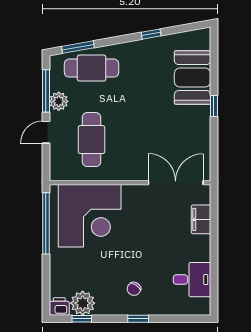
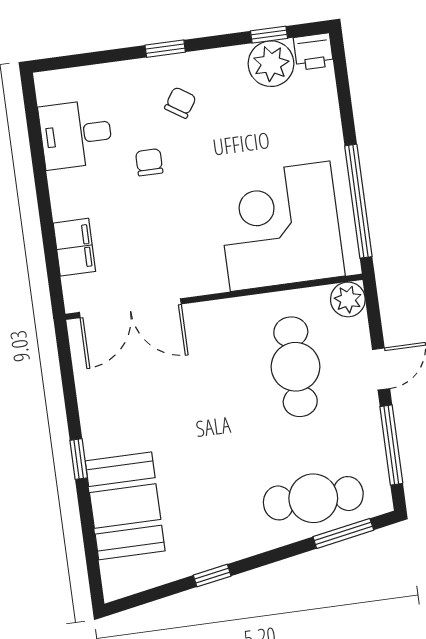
plant: (59, 101) -> (348, 299), moved
chair: (155, 259) -> (149, 162), added

